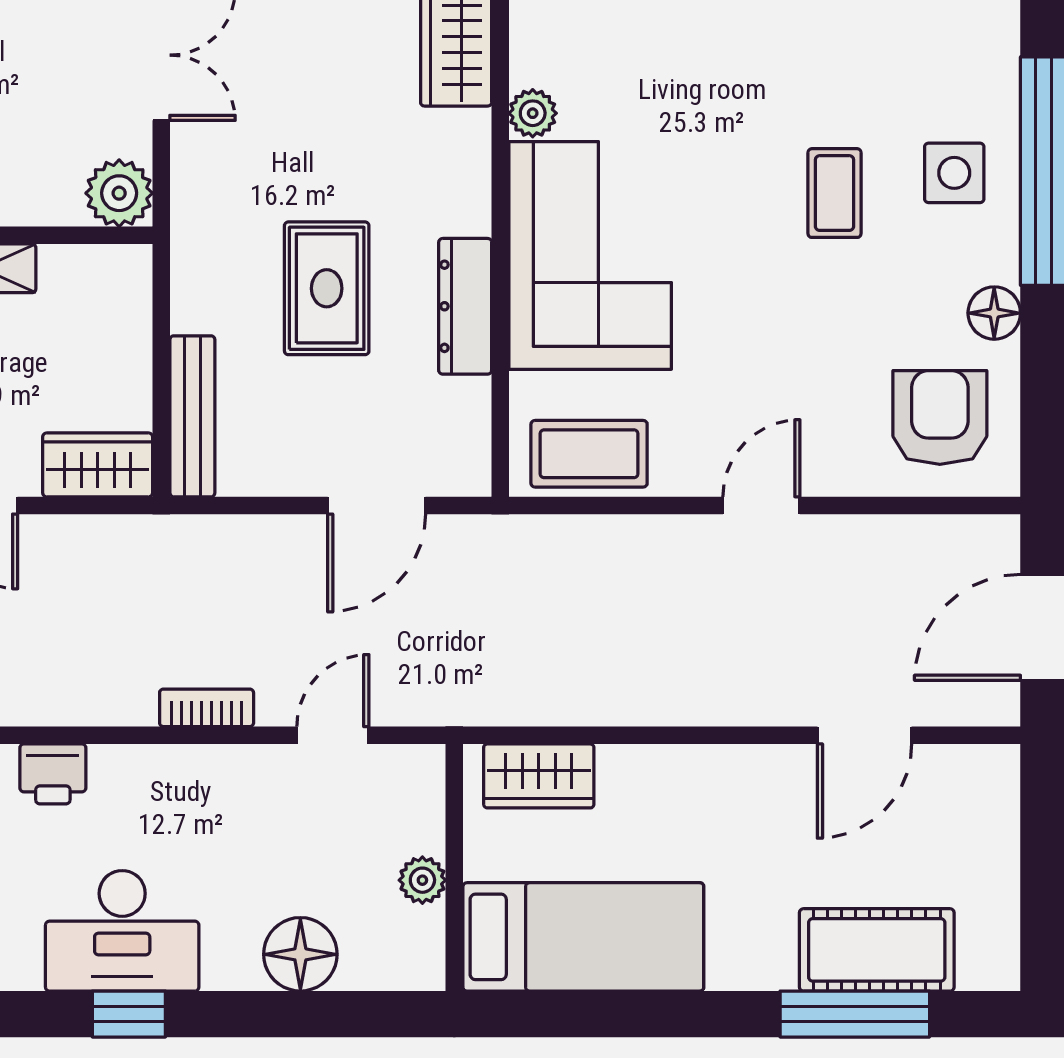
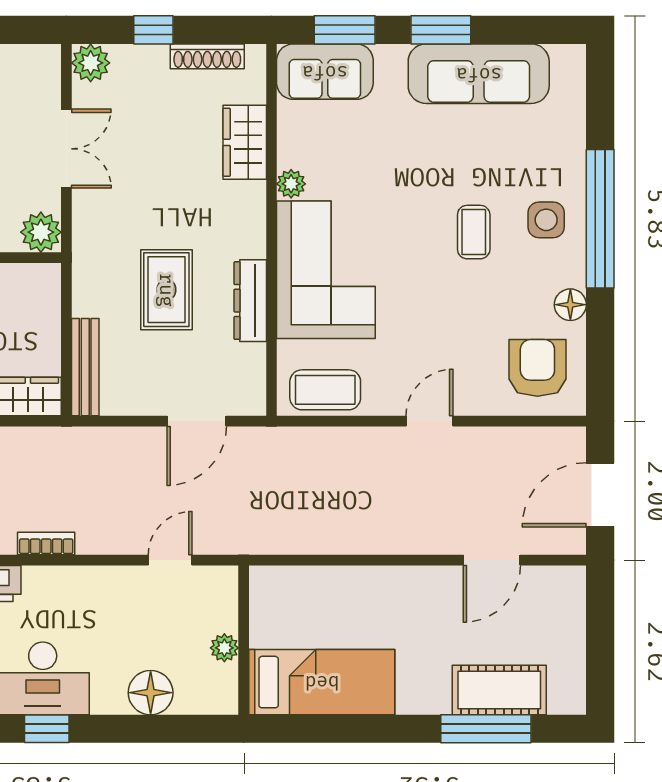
bookcase: (207, 708) -> (46, 544), moved
wardrobe: (539, 776) -> (295, 585), removed

